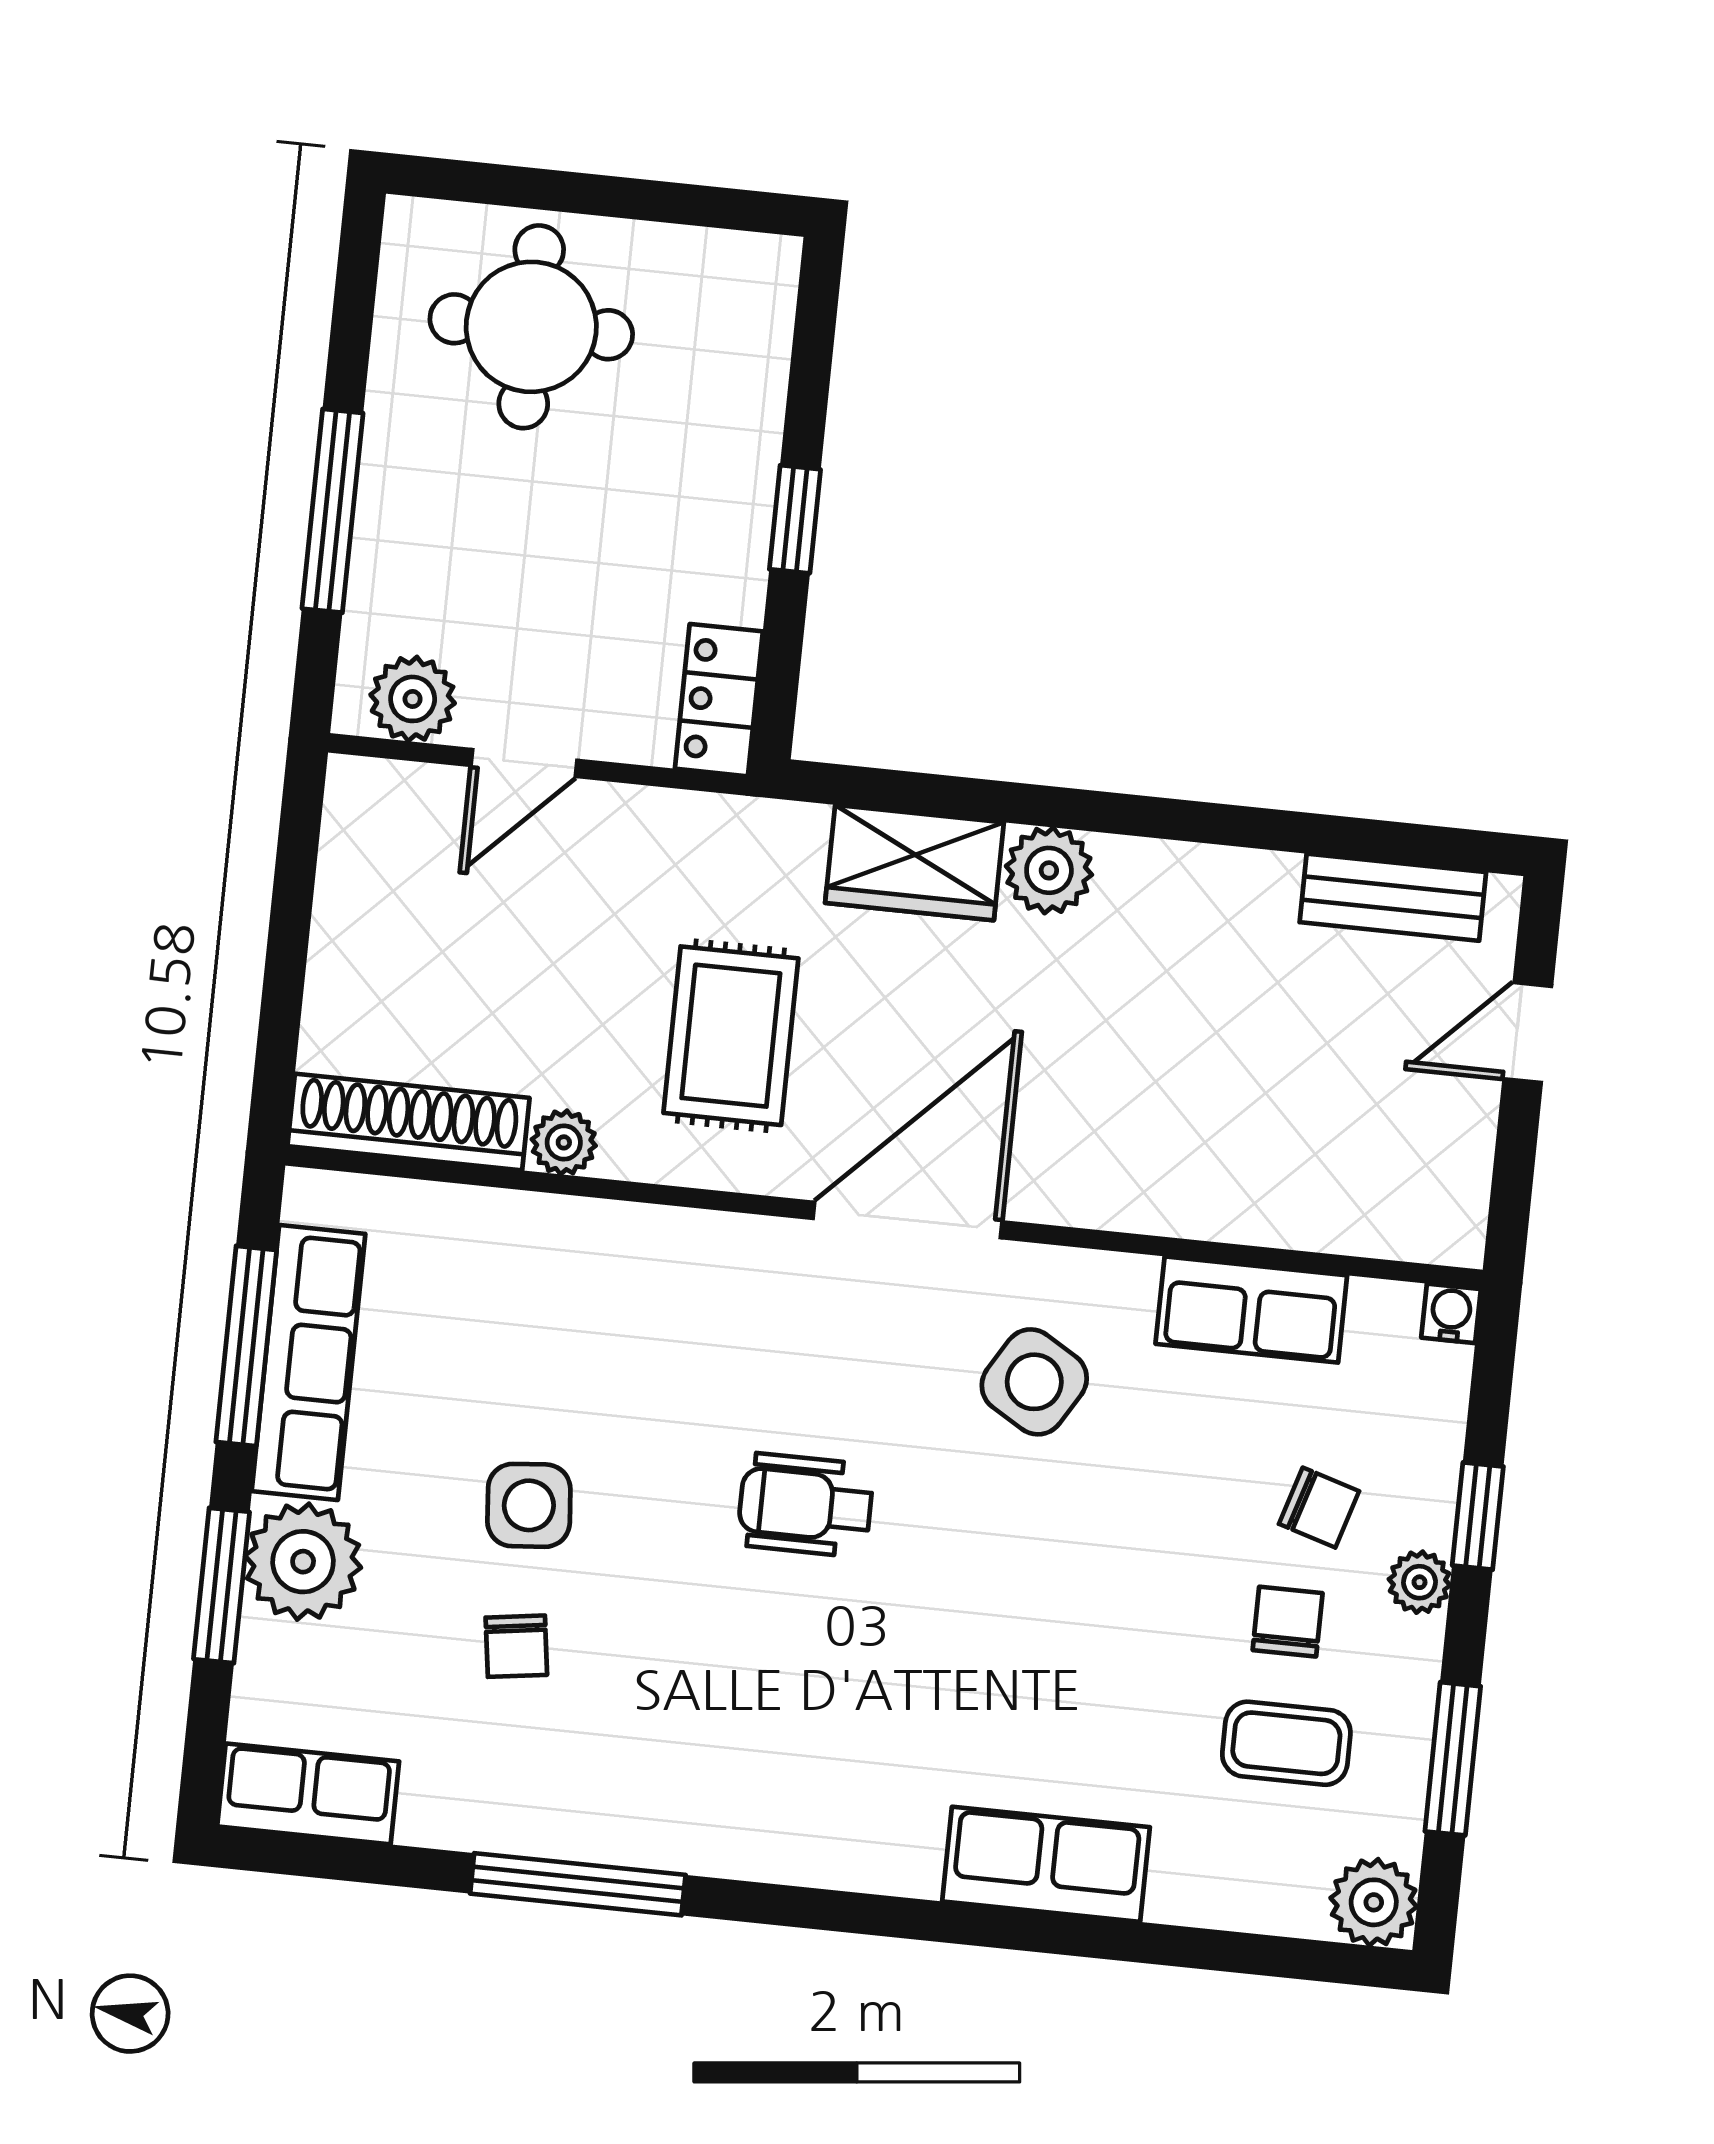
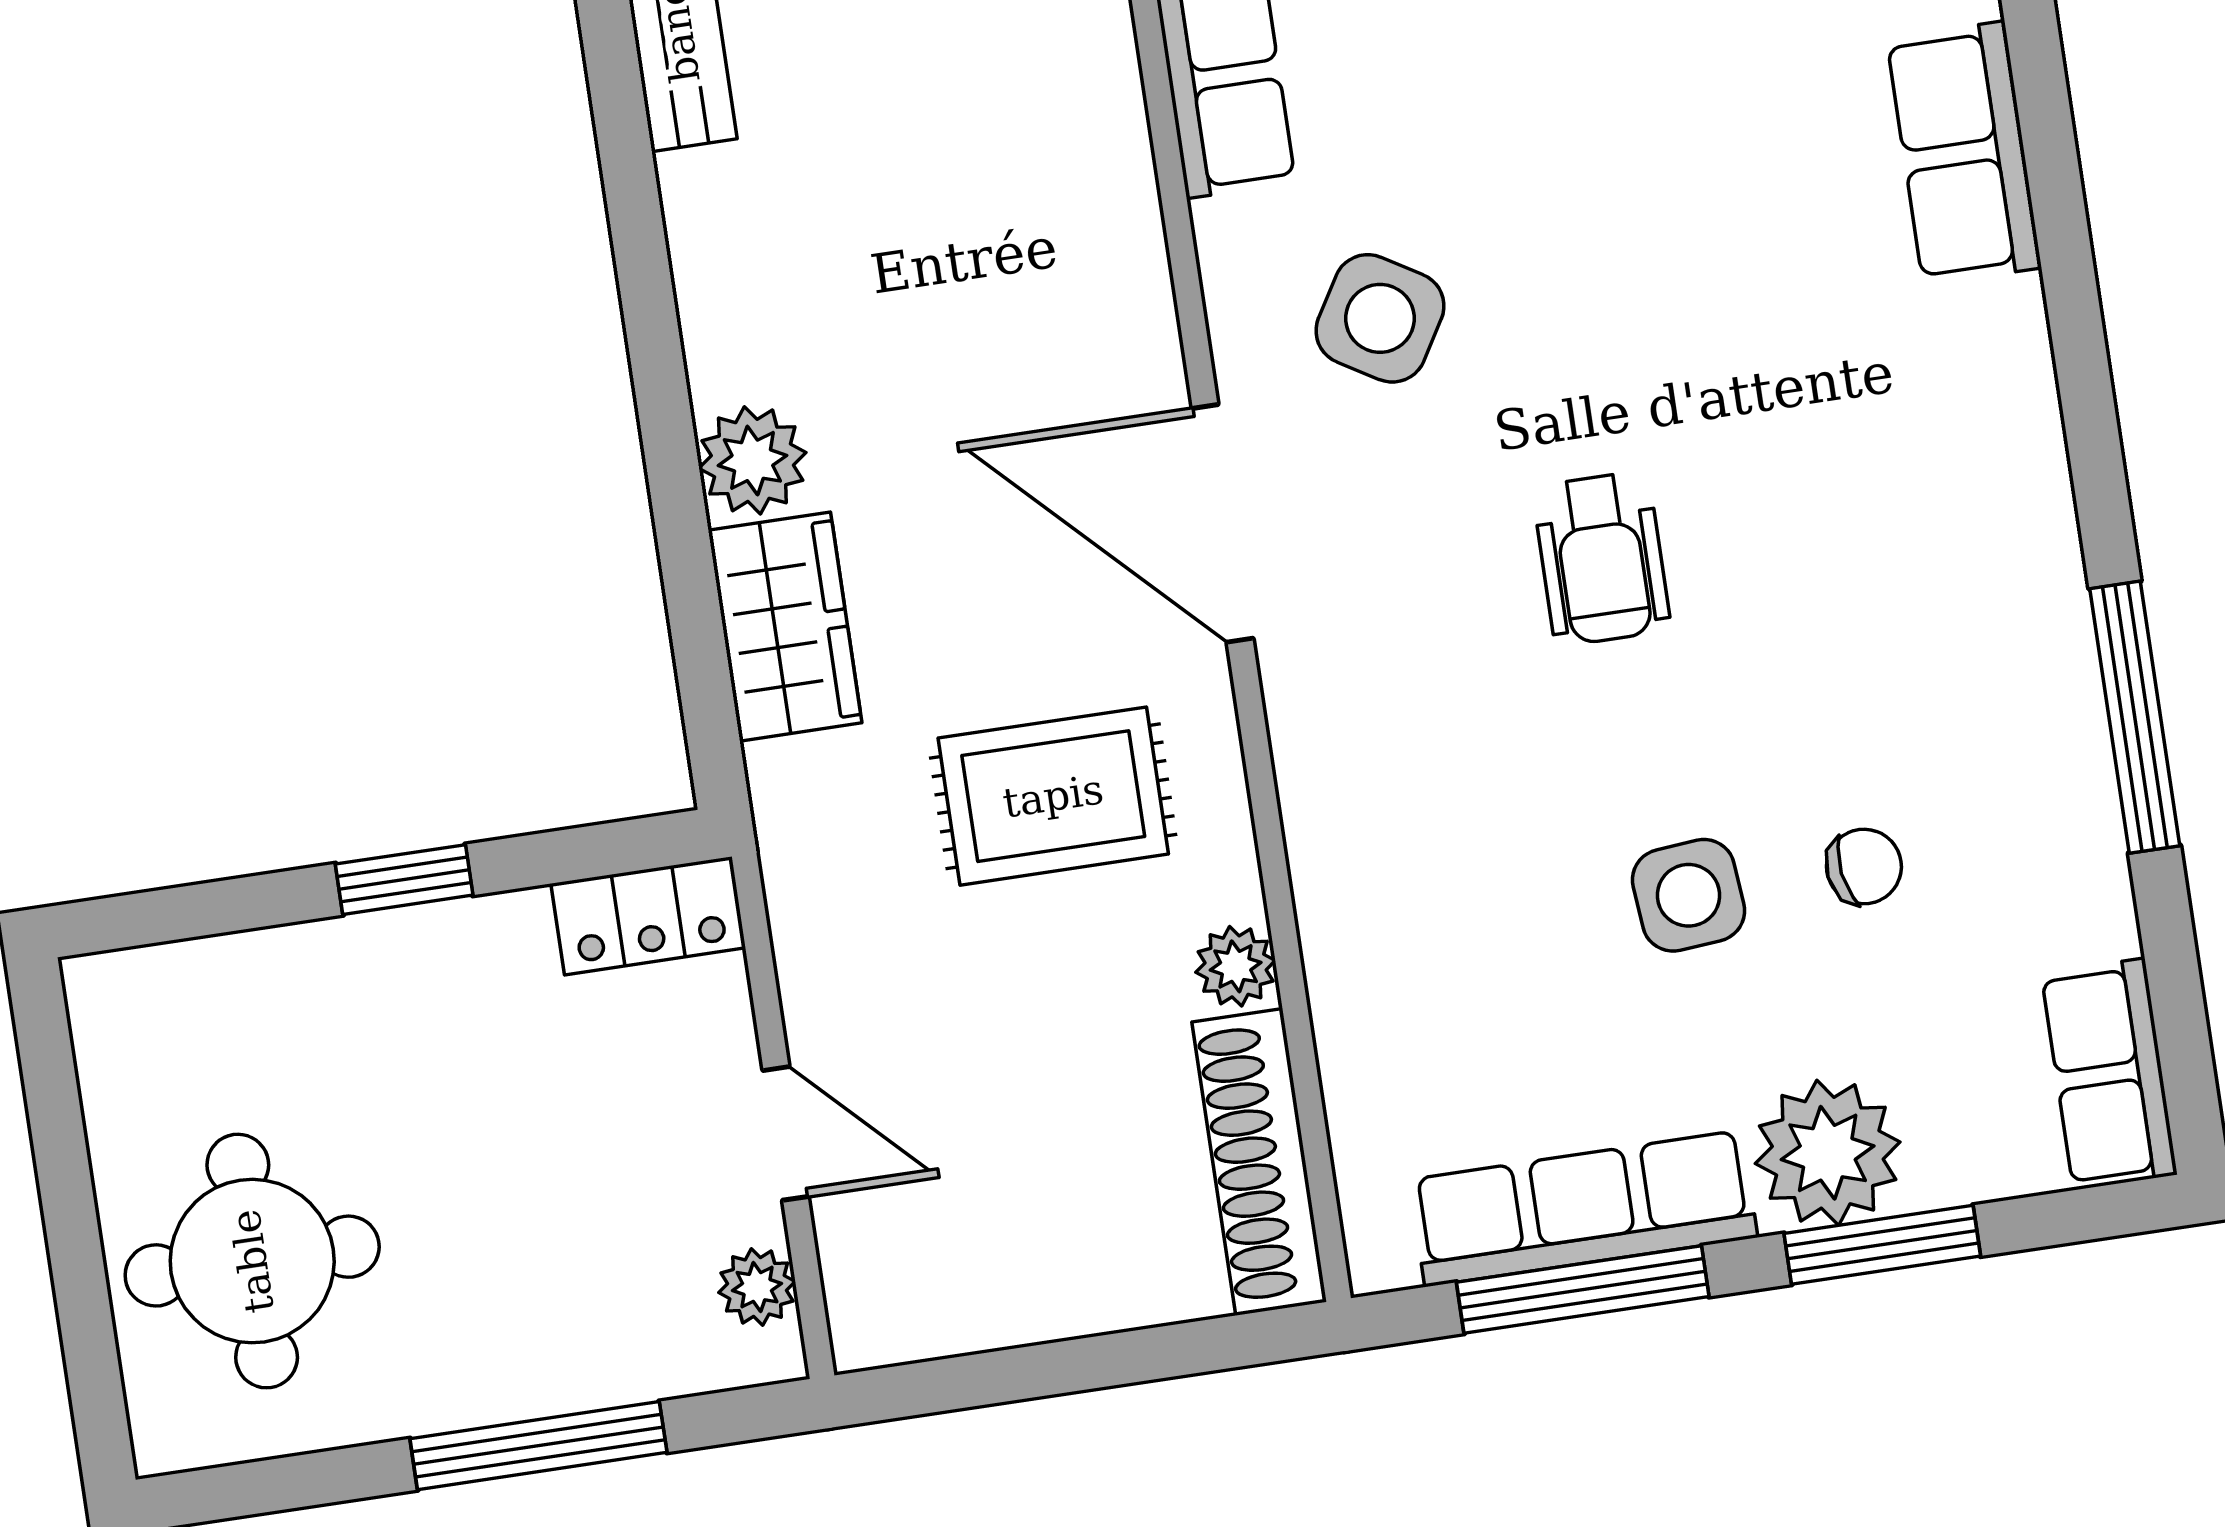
plant: (413, 699) -> (757, 1287), width x0.73, depth x0.73

